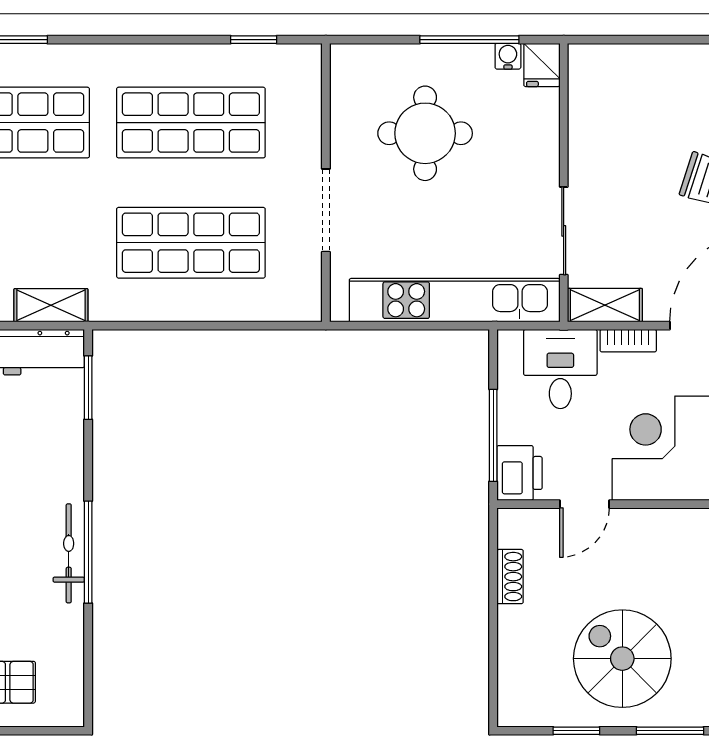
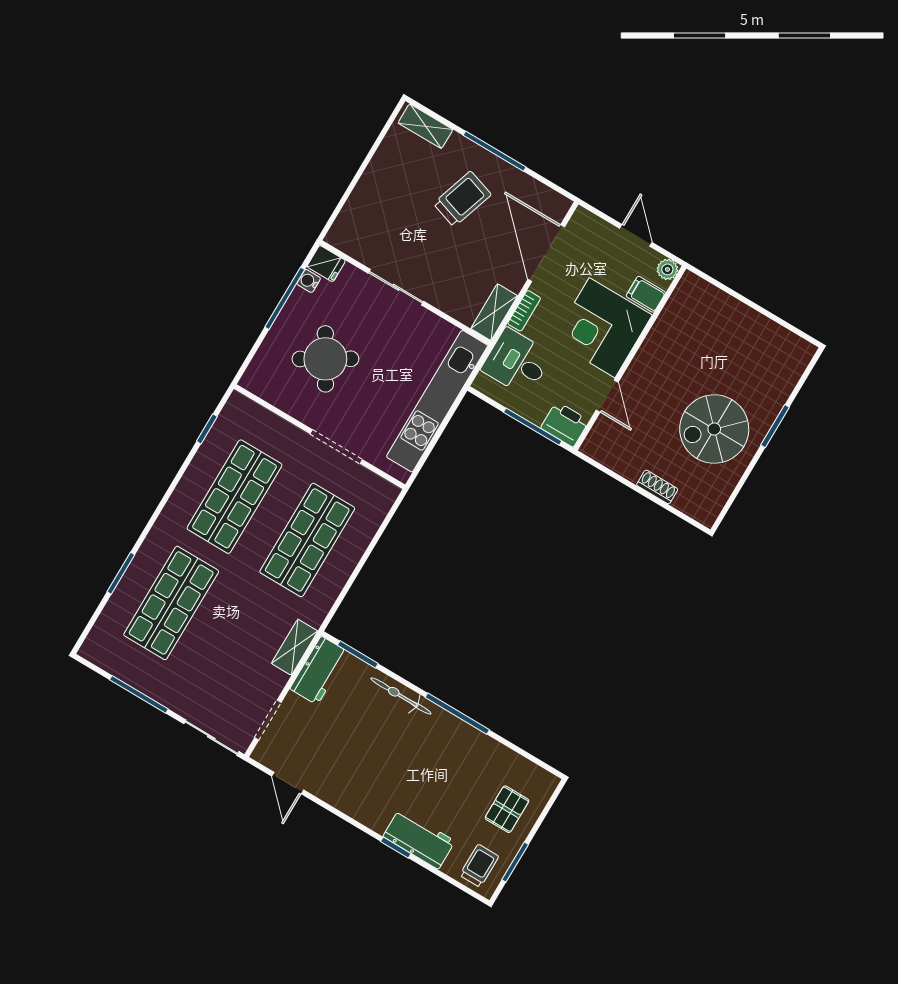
round table: (425, 133) -> (325, 359), turned -31
sliding door: (564, 231) -> (396, 287), moved
bicycle: (69, 553) -> (401, 696), moved
shoe rack: (510, 577) -> (657, 487), moved
window: (576, 731) -> (741, 483), removed

